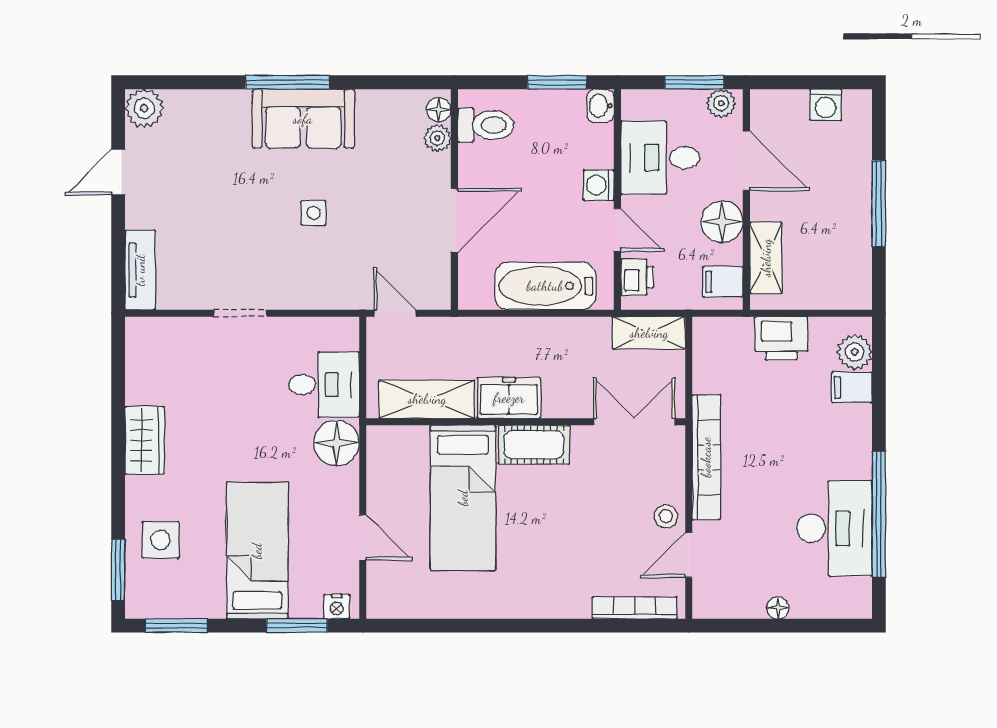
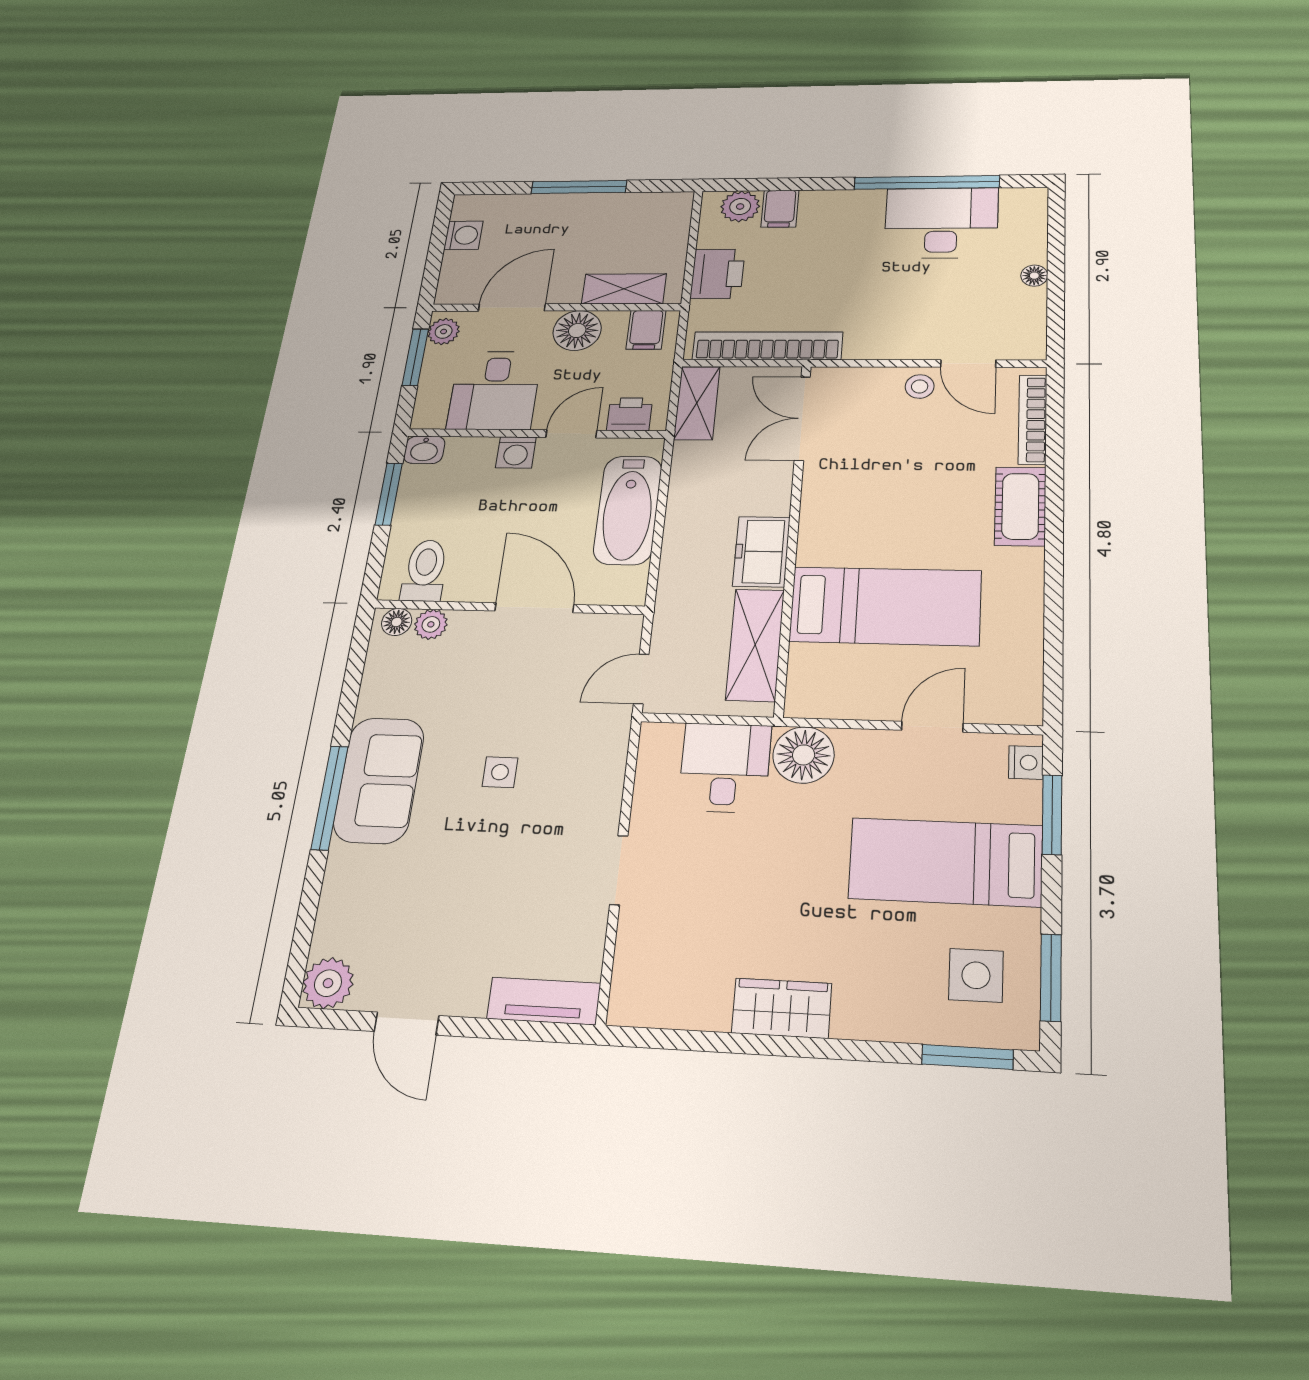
cot: (534, 445) -> (1020, 506), moved
bookcase: (706, 457) -> (767, 346), moved
side table: (161, 540) -> (976, 975), moved

